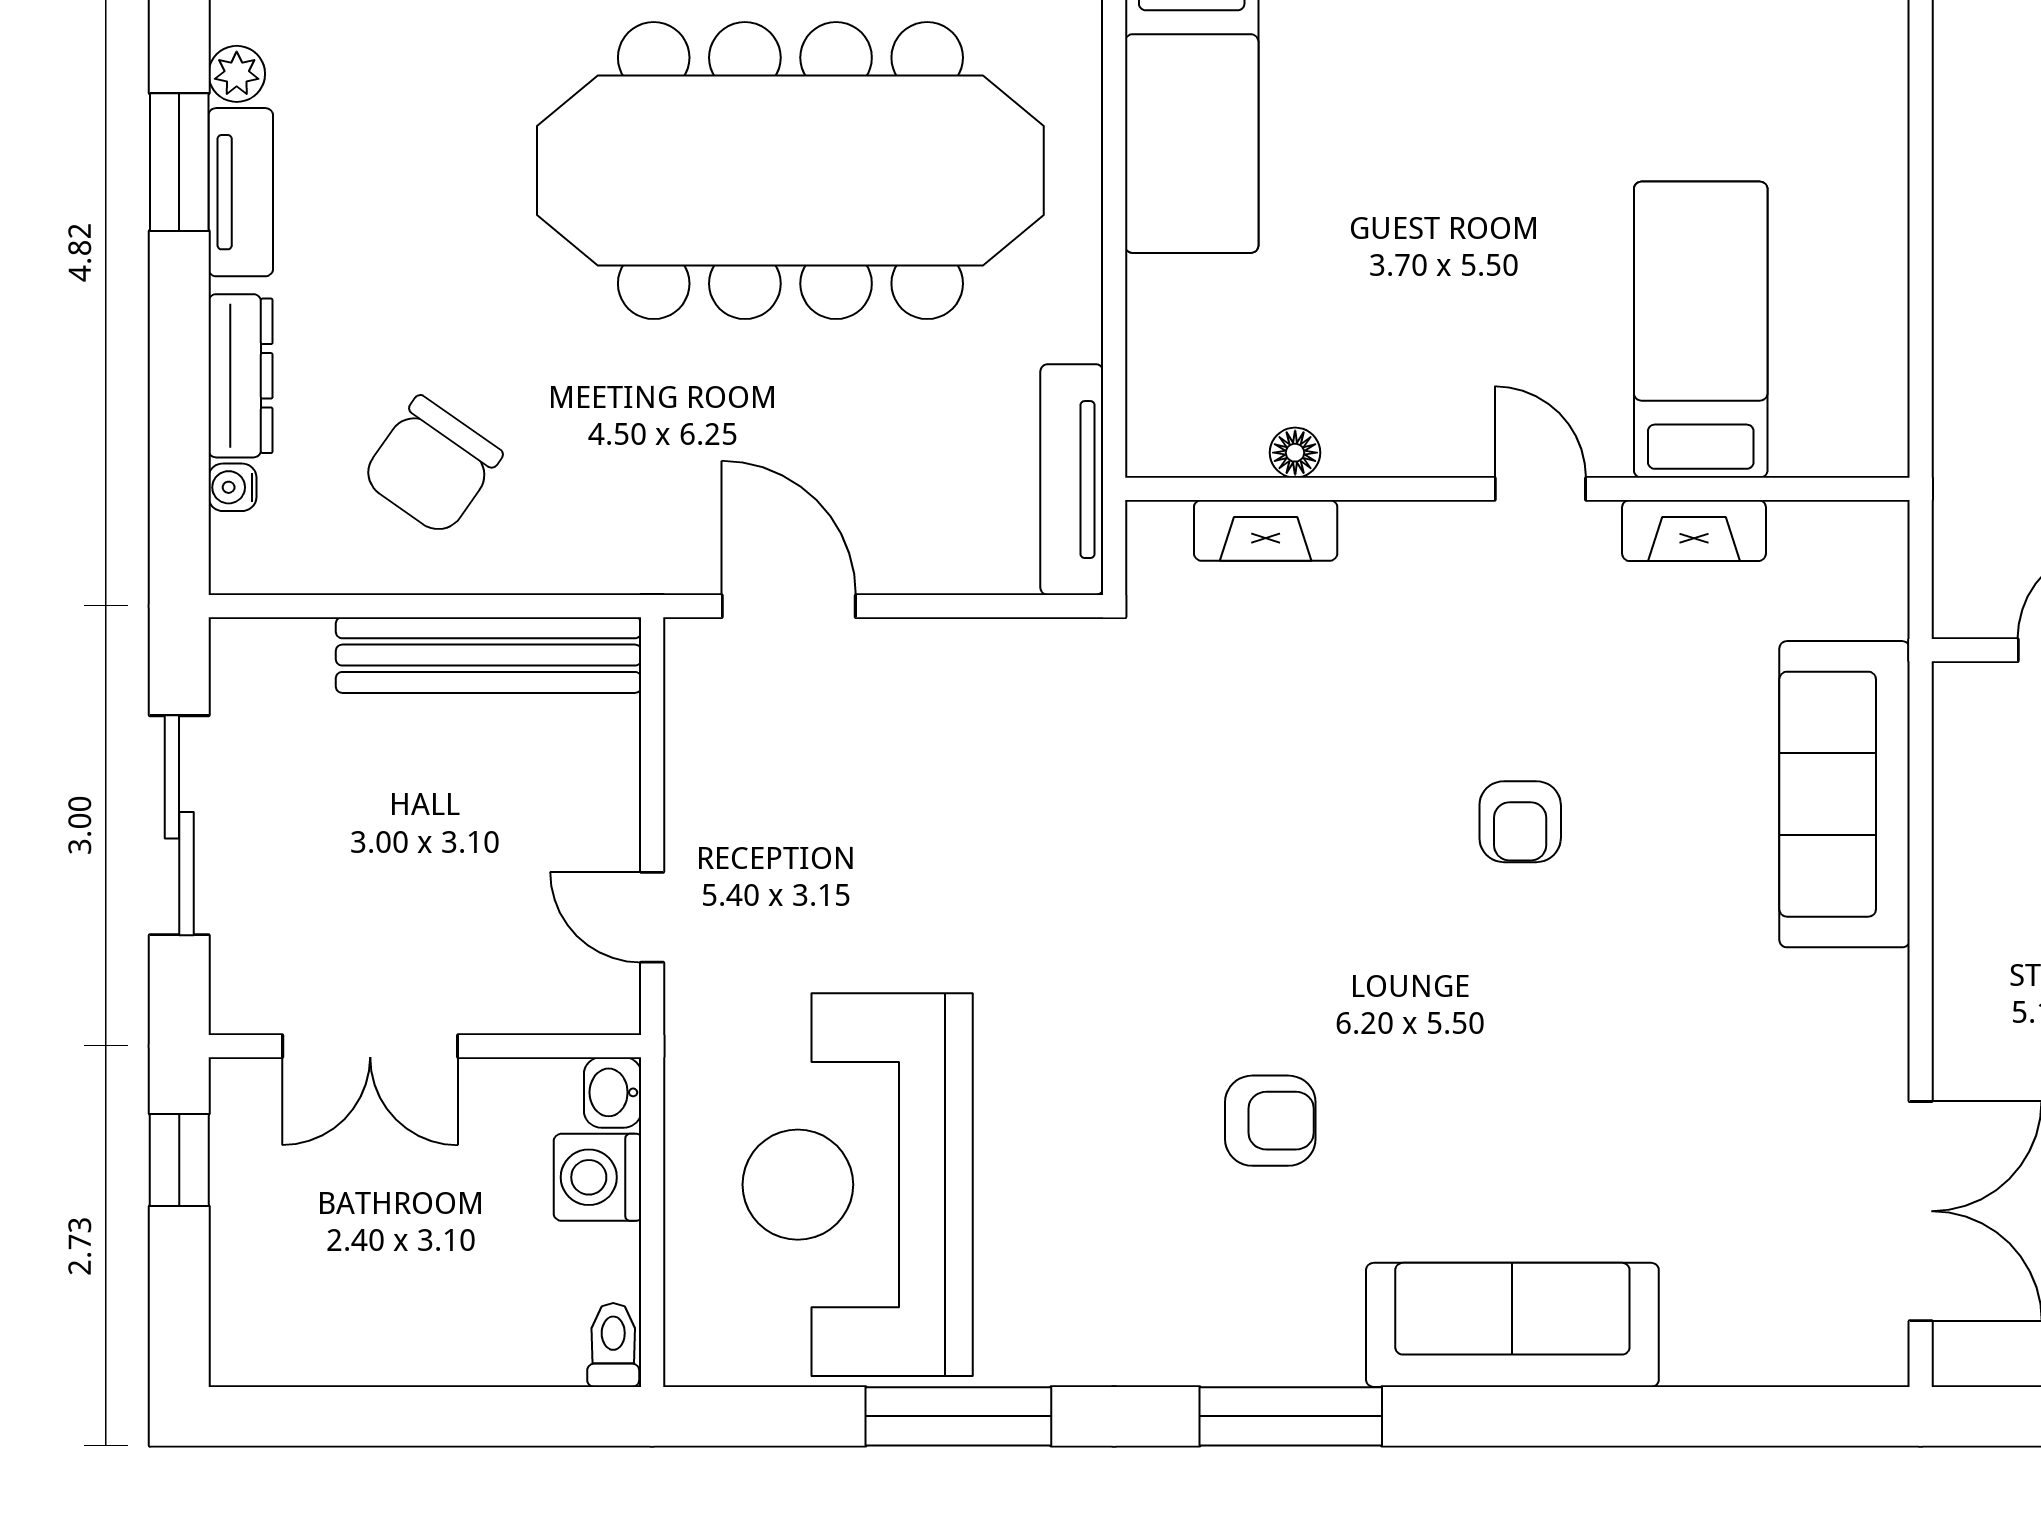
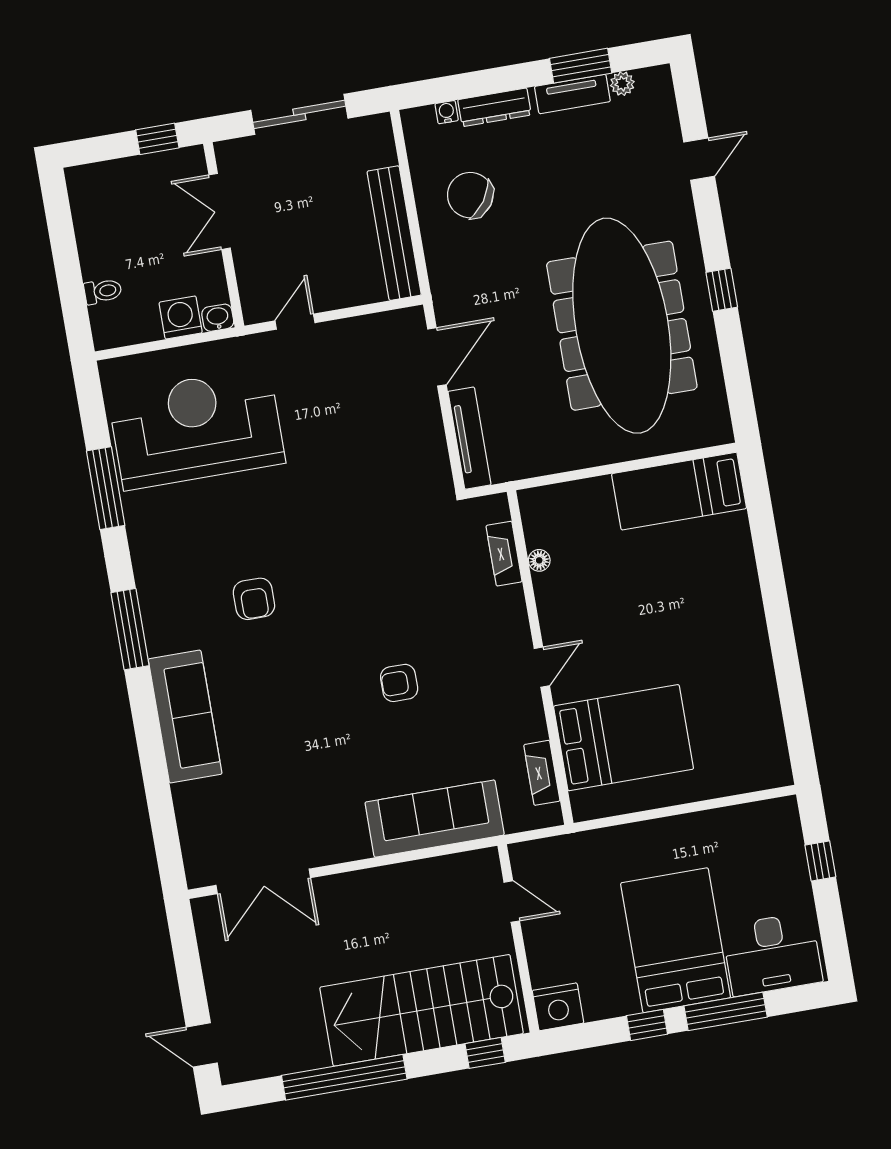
bed: (1701, 330) -> (624, 738), width x1.50
tv unit: (1072, 480) -> (469, 438), moved, turned 90
fireplace: (1694, 530) -> (542, 773), moved
toilet: (613, 1345) -> (103, 291), moved

